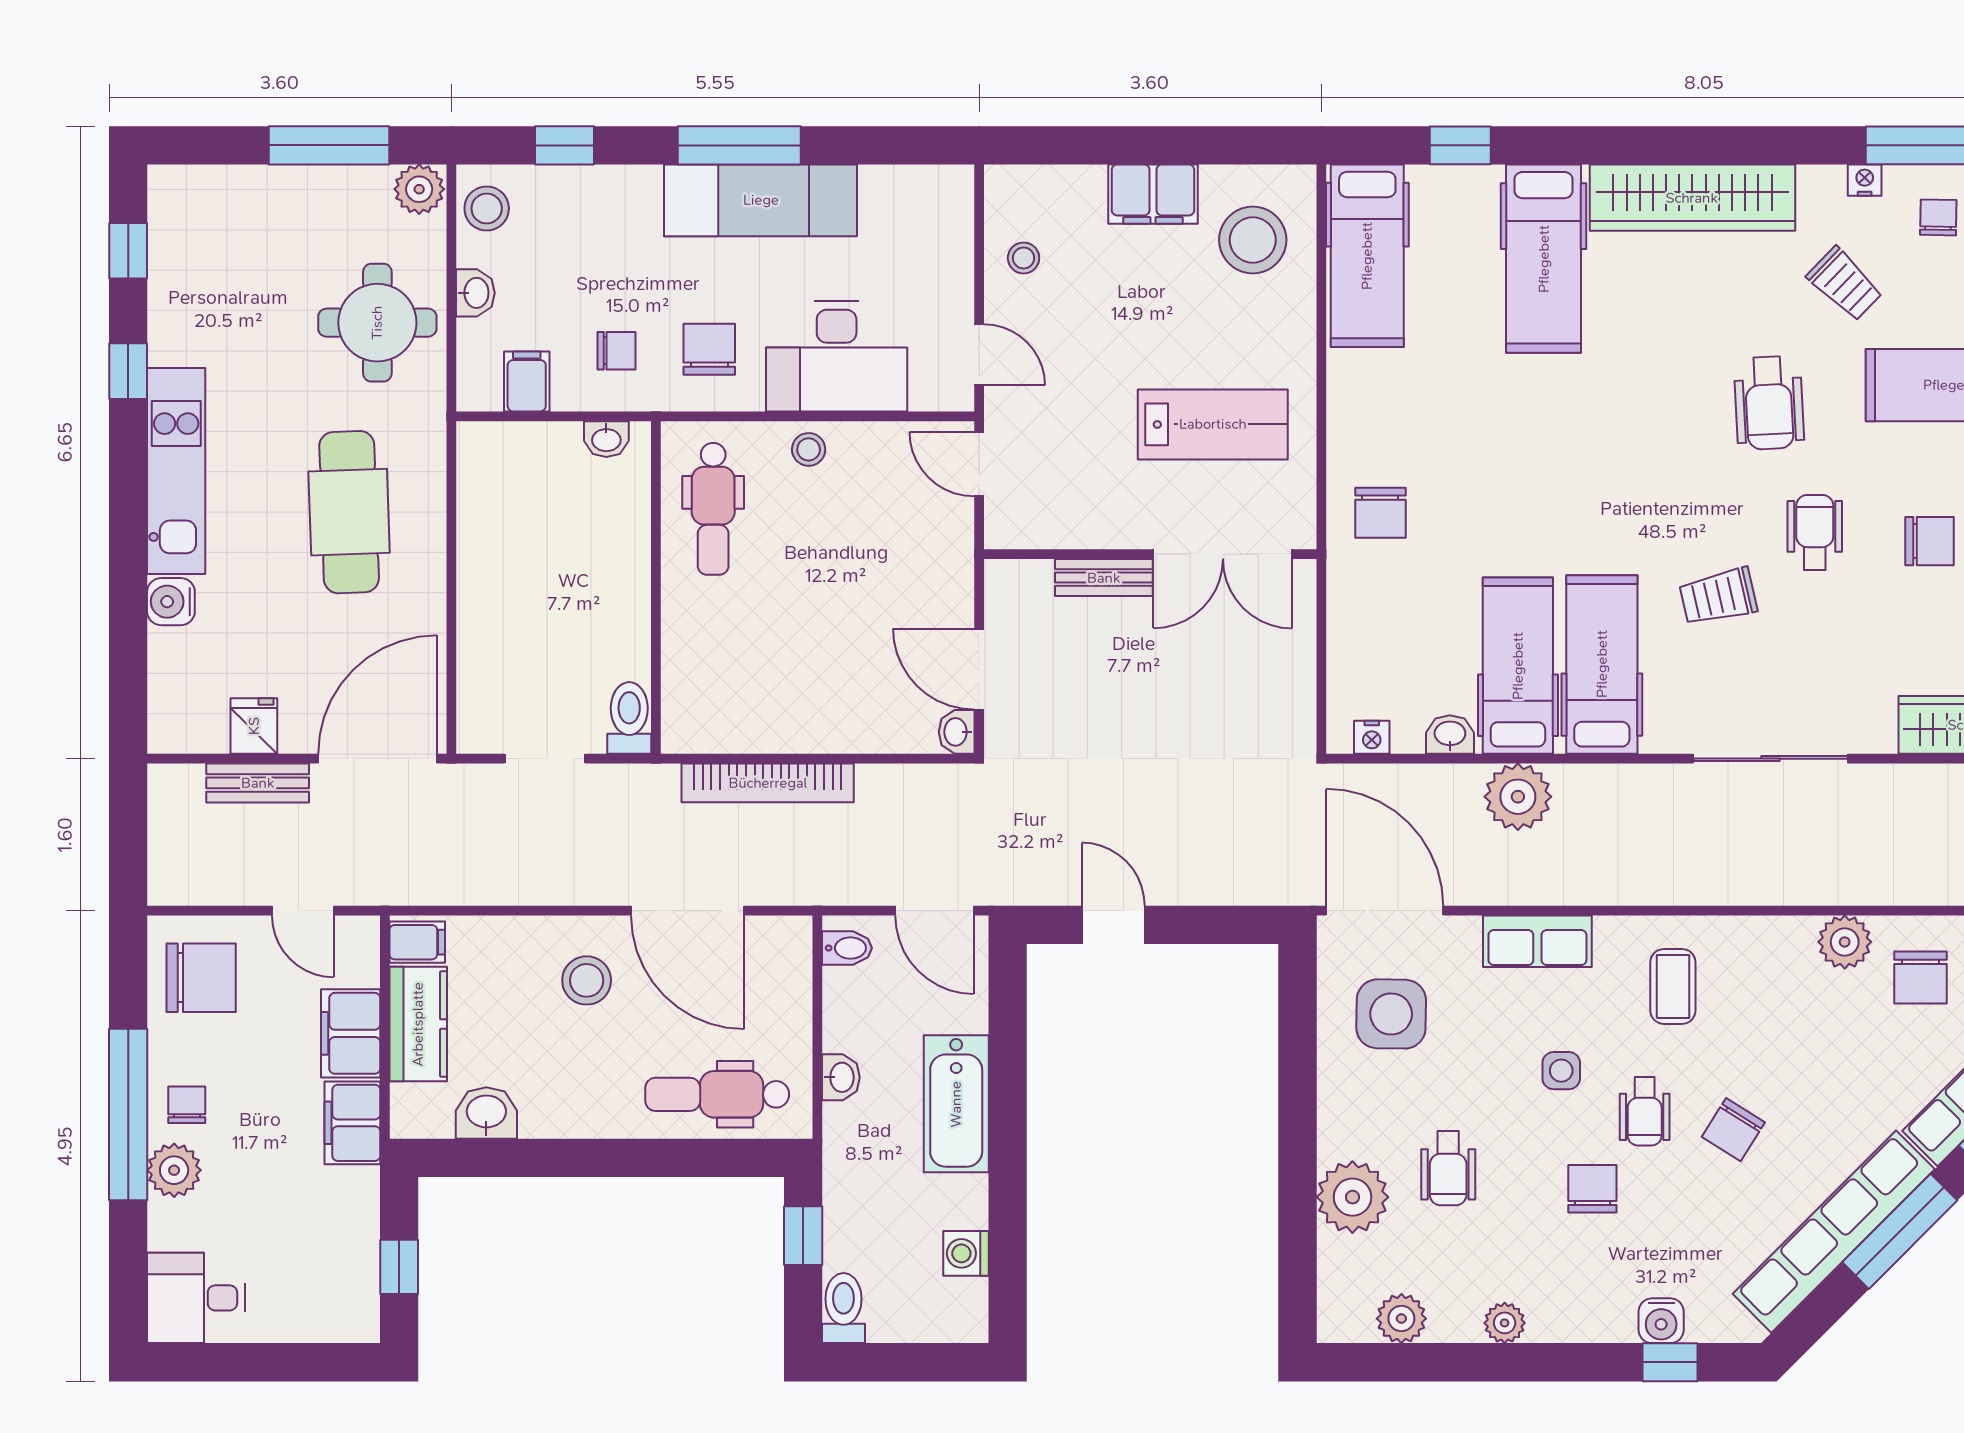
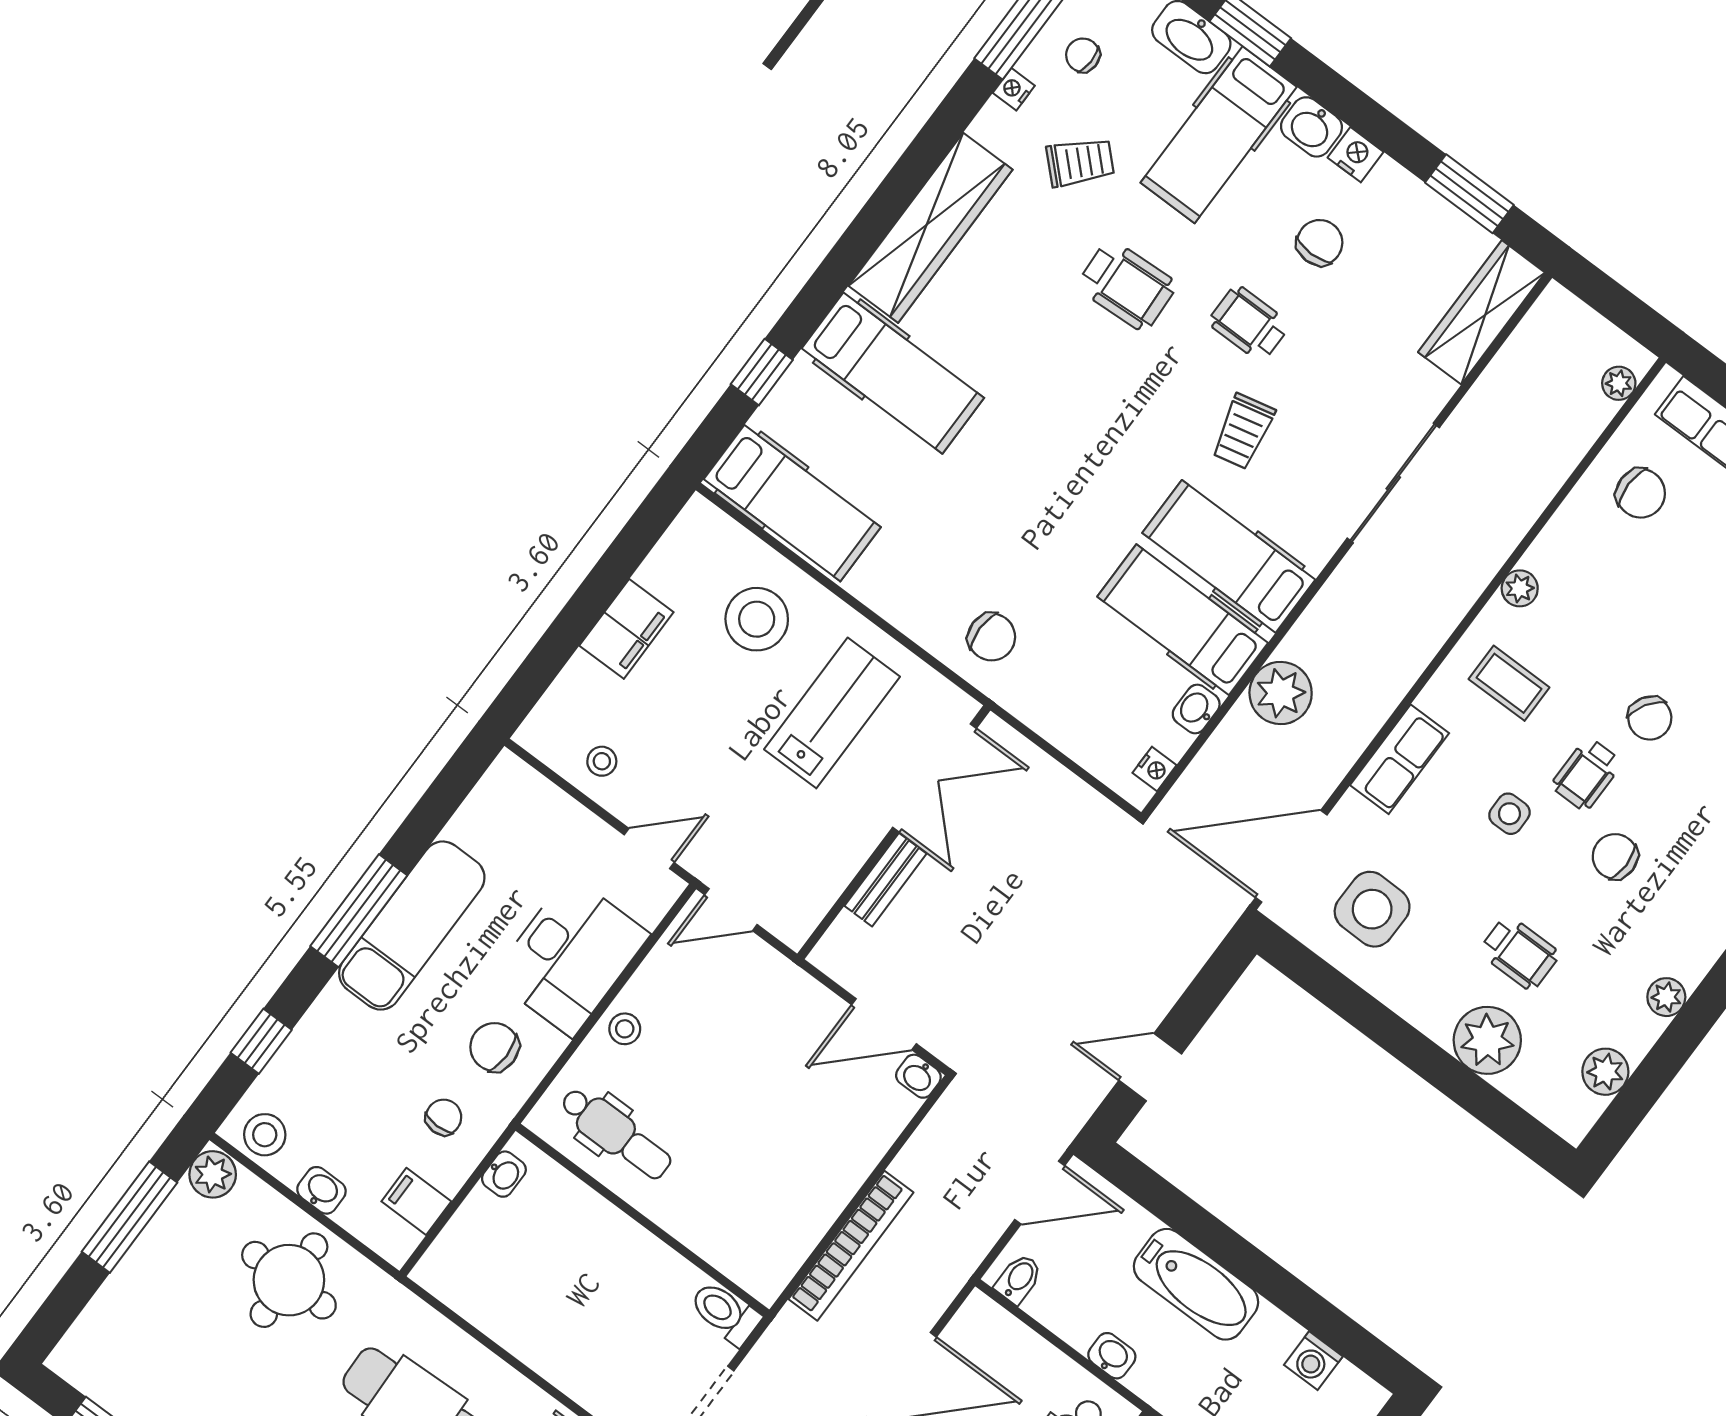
stool: (1253, 240) -> (757, 619), moved
plant: (1845, 942) -> (1520, 588), moved, width x0.73, depth x0.73
wheelchair: (1645, 1111) -> (1587, 774), turned 90

